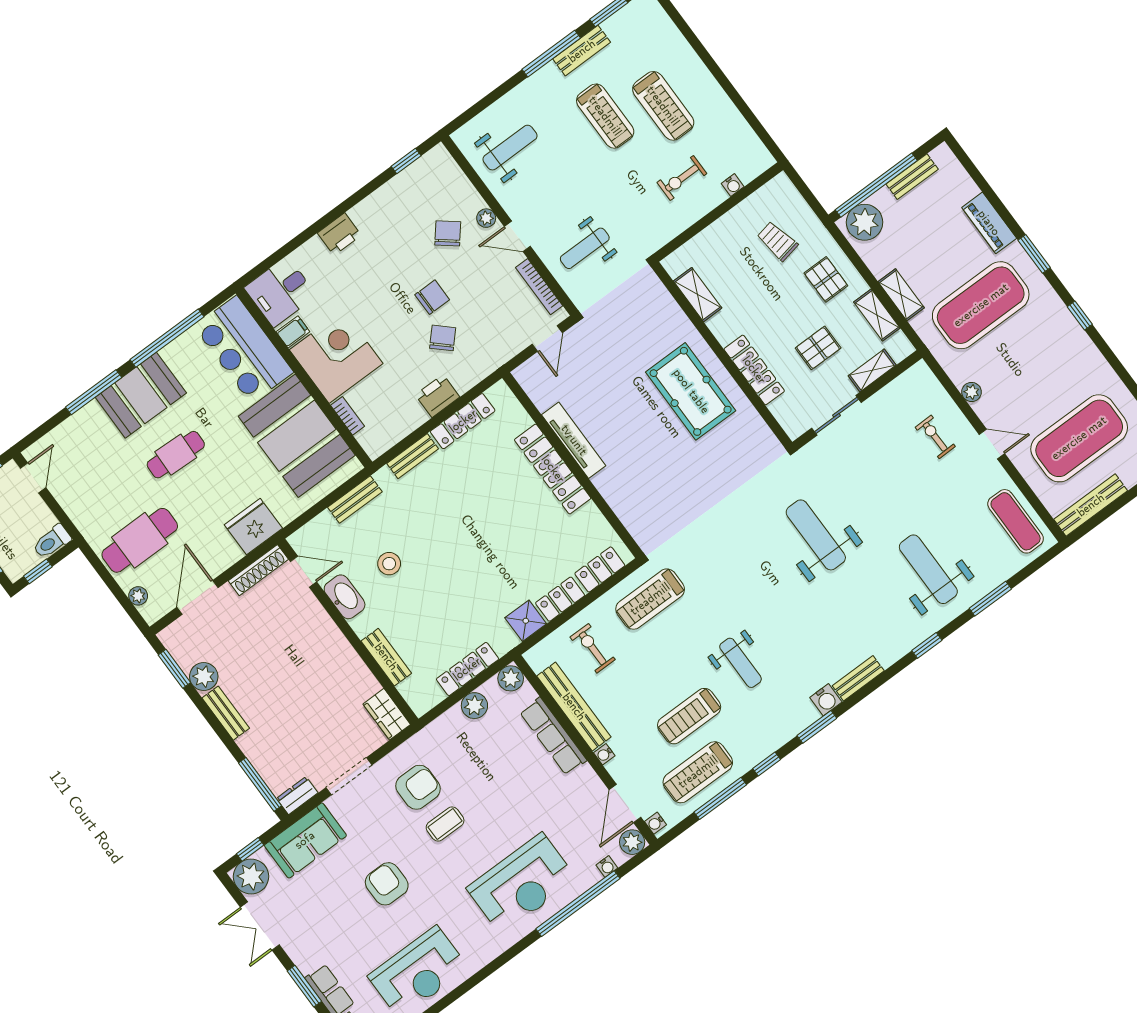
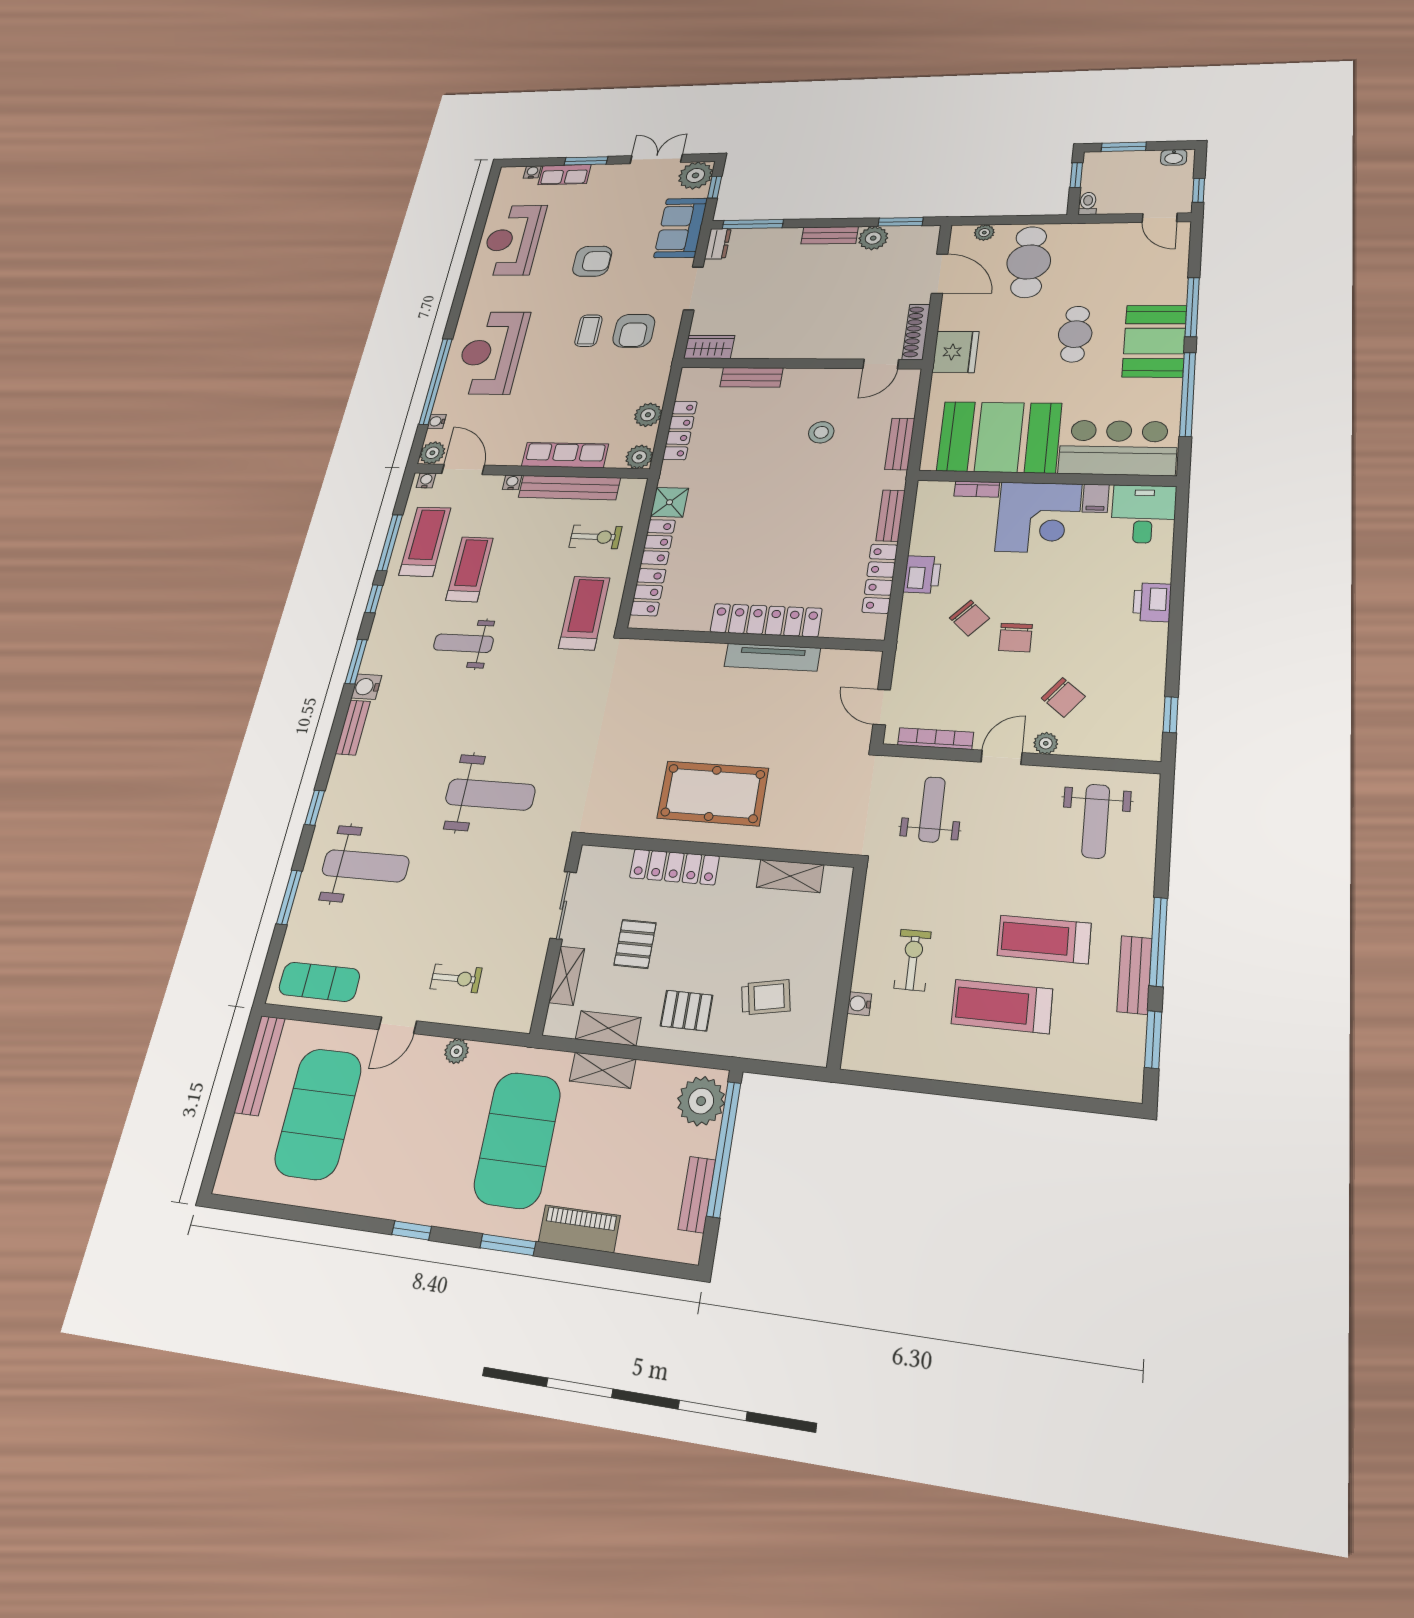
toilet: (52, 542) -> (1088, 203), width x0.73, depth x0.72
washbasin: (345, 597) -> (829, 380), removed

